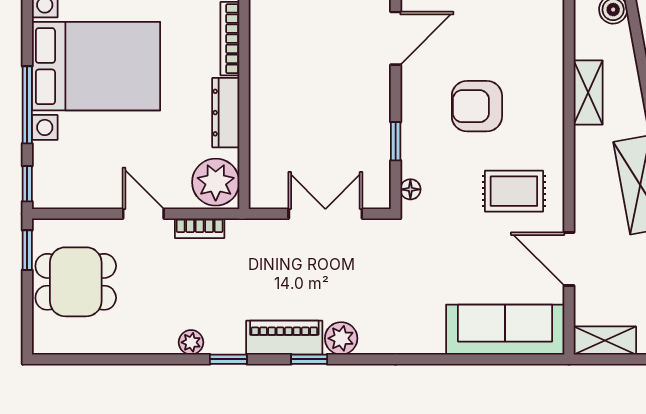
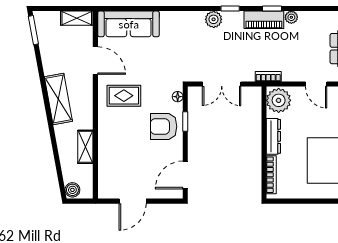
armchair: (477, 106) -> (164, 126), moved, turned 180
bookcase: (200, 228) -> (268, 76), moved
piano: (284, 338) -> (264, 20), moved

